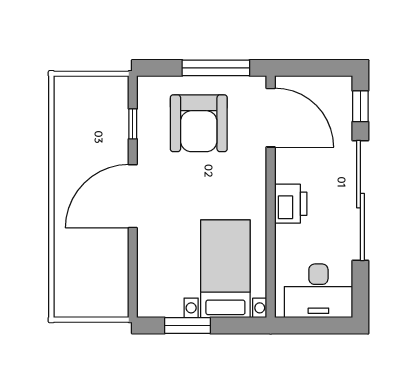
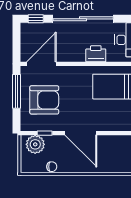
plant: (110, 105) -> (35, 144), added
chair: (66, 138) -> (52, 167), added
printer: (291, 204) -> (96, 54), moved

